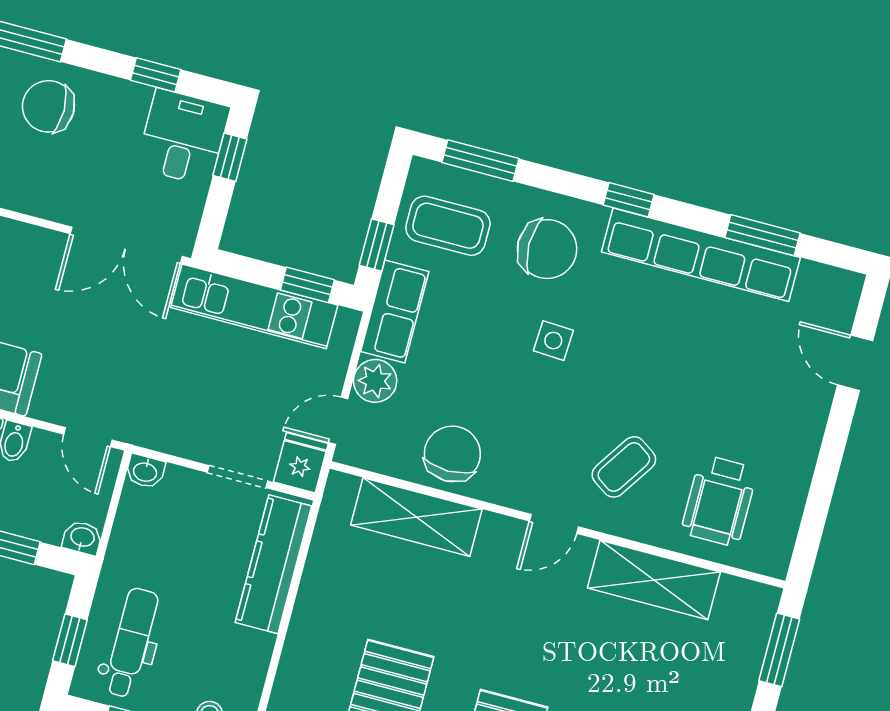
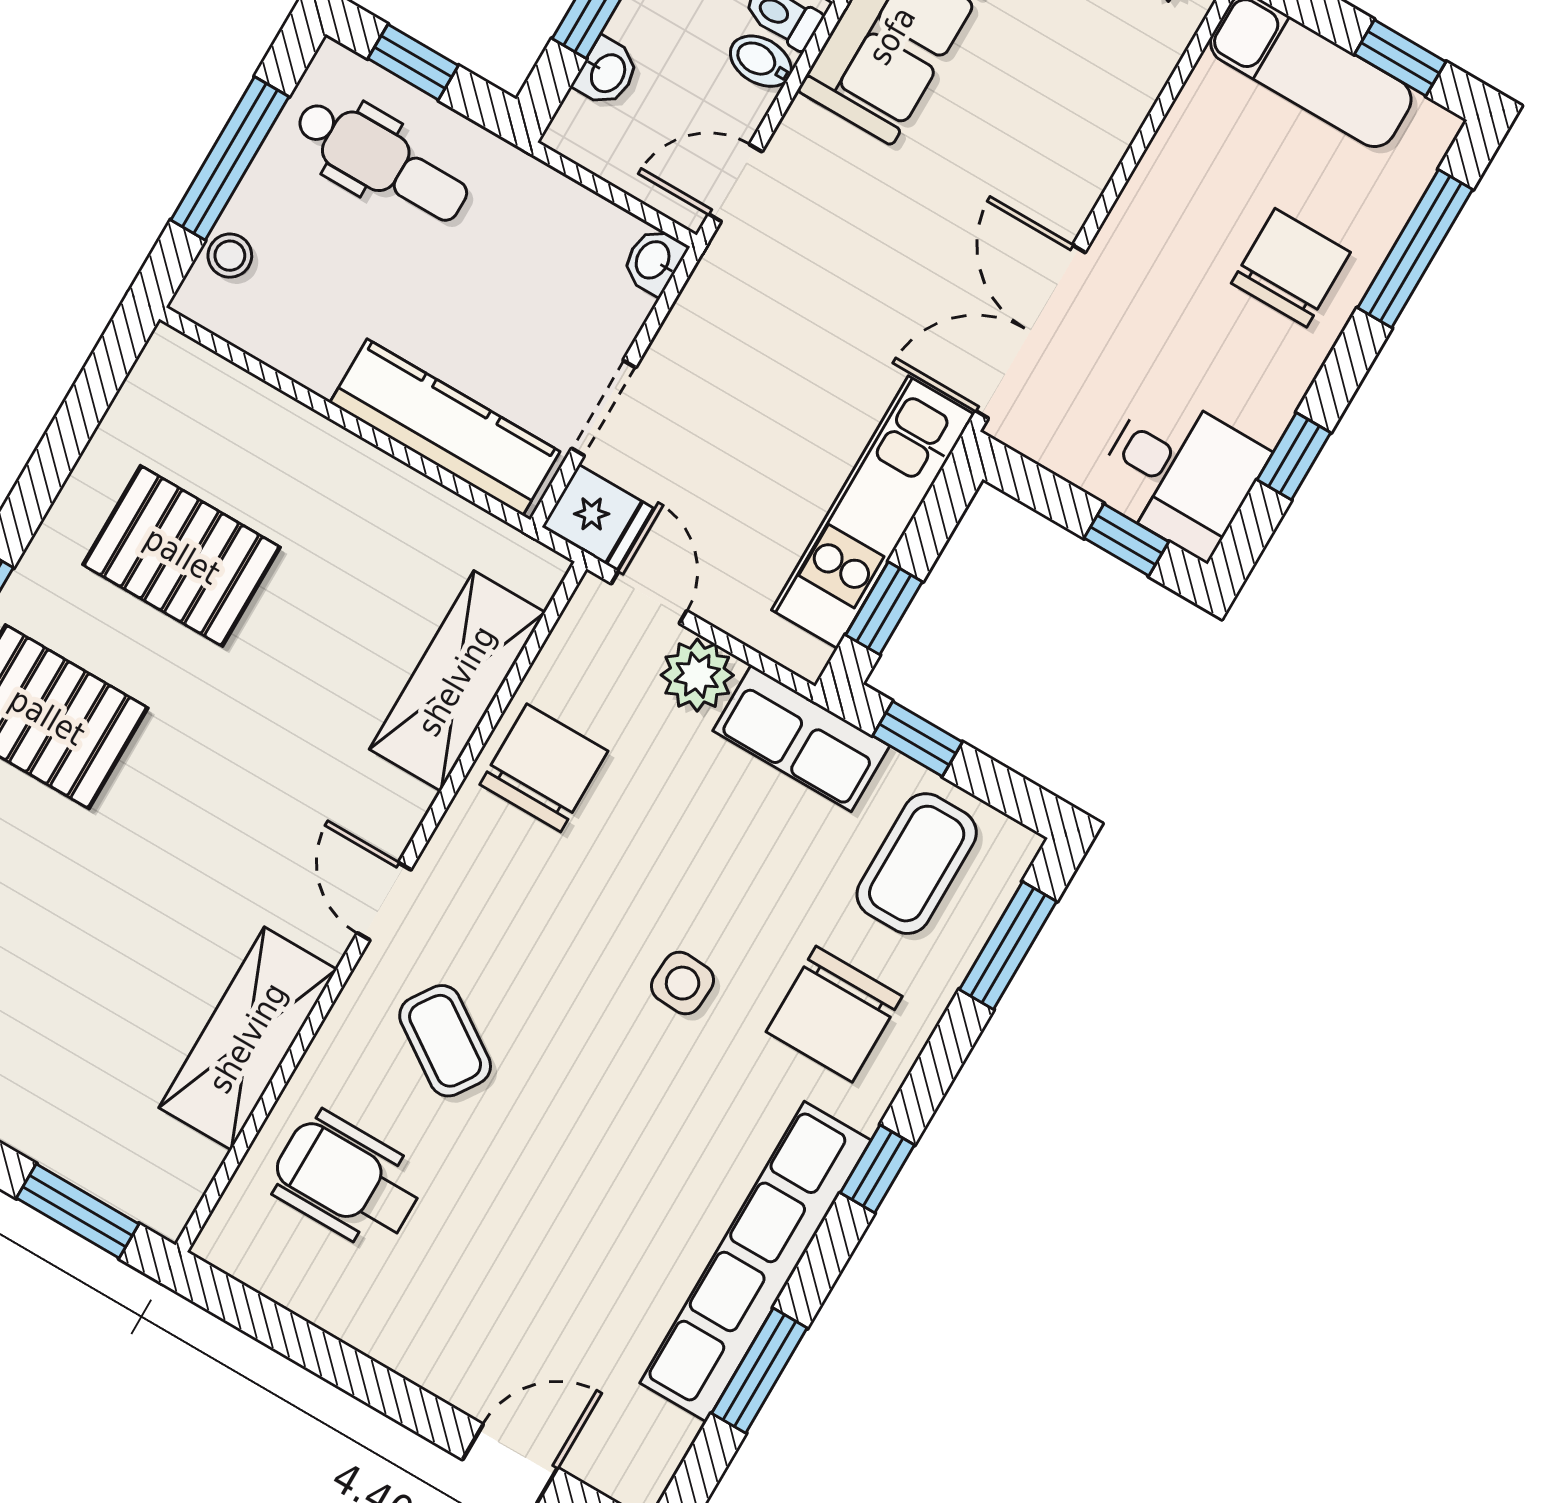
chair: (452, 454) -> (544, 768), turned -90
washbasin: (82, 538) -> (607, 72), moved

